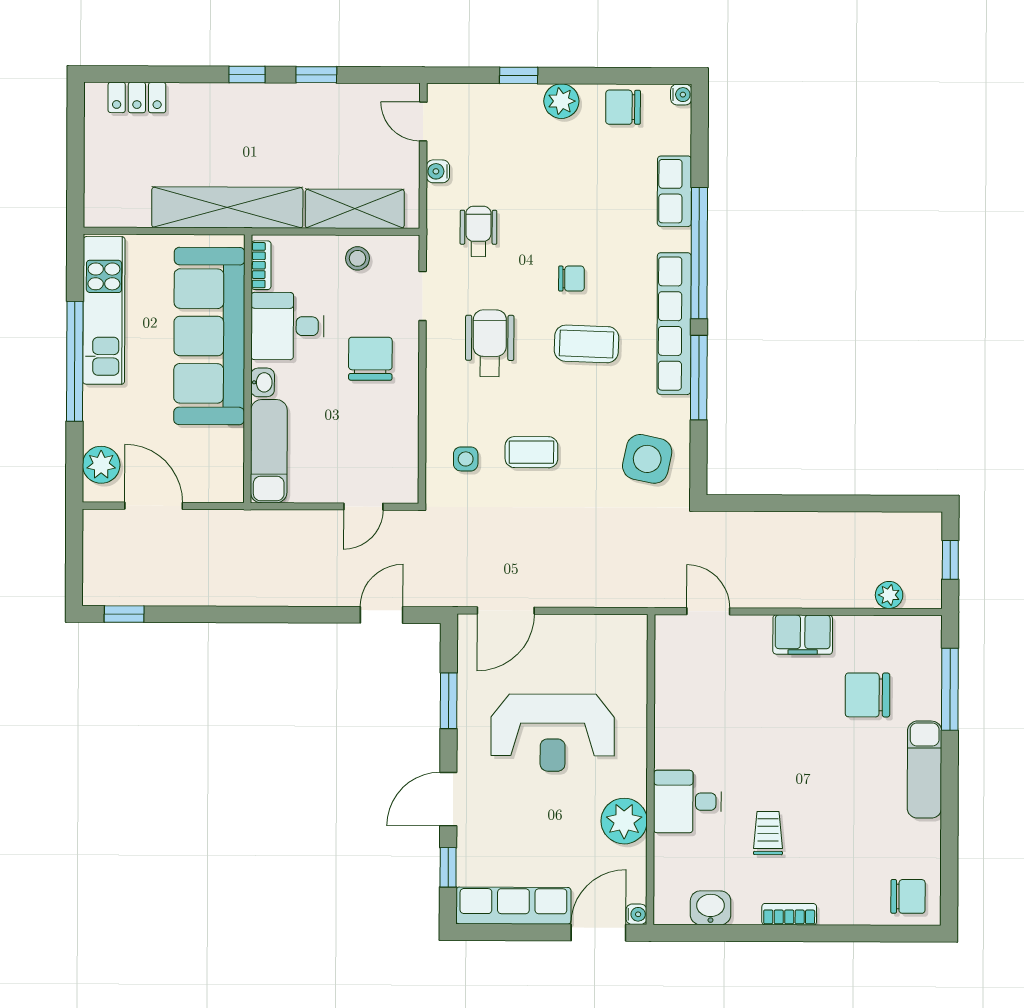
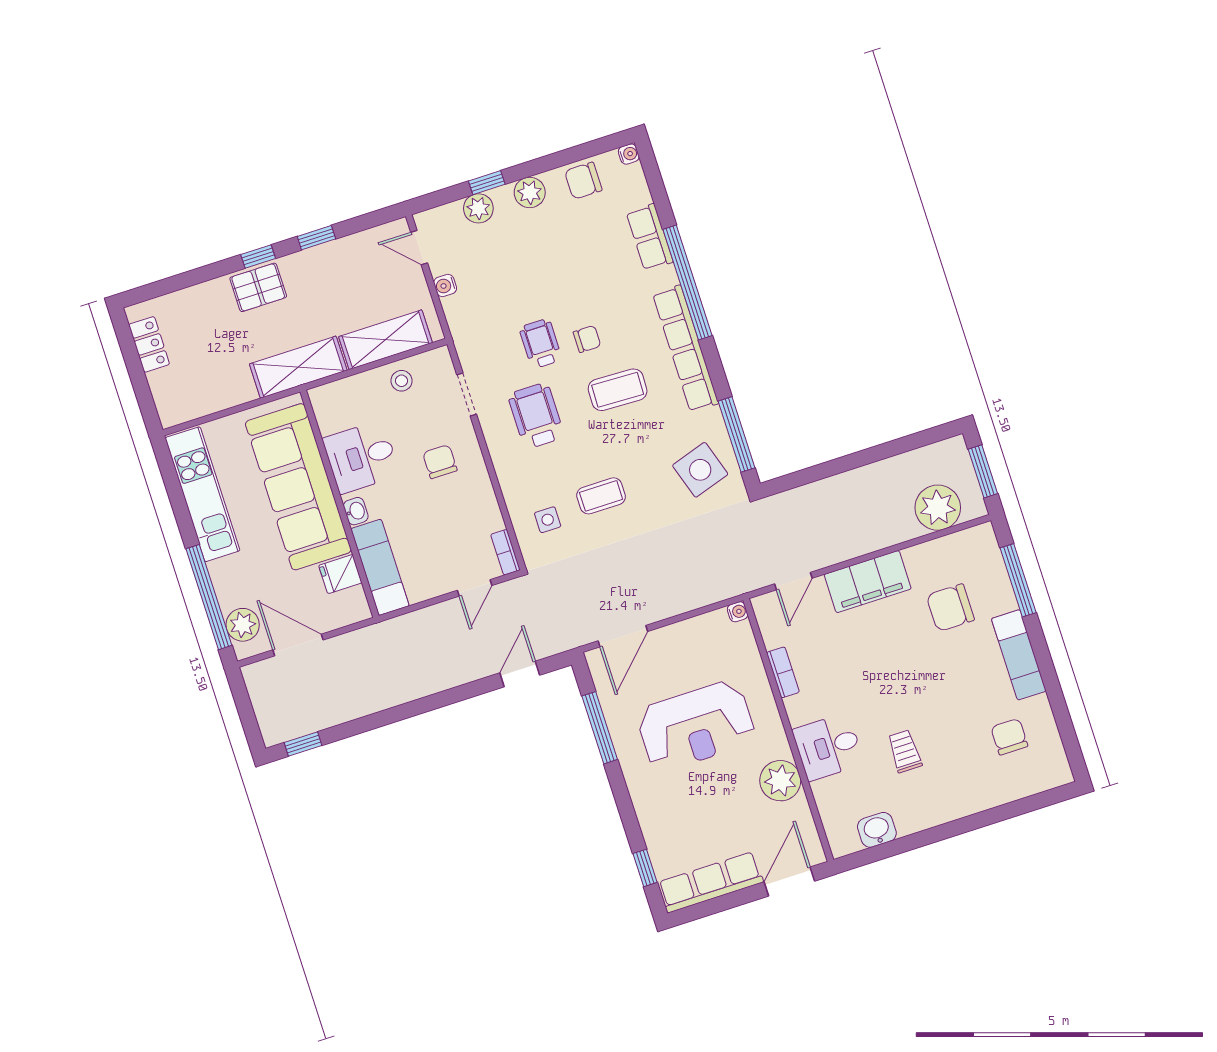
locker: (137, 97) -> (149, 344), moved, turned -90
plant: (501, 100) -> (478, 208), added
pallet: (236, 108) -> (258, 287), added
shelving: (227, 207) -> (298, 367), width x0.68
wheelchair: (478, 231) -> (541, 344), moved
bookcase: (261, 265) -> (505, 552), moved, turned 180
chair: (370, 359) -> (440, 462), width x0.73, depth x0.73
window: (75, 361) -> (209, 597), moved
window: (699, 378) -> (736, 434), moved
fridge: (224, 445) -> (340, 574), added
side table: (647, 459) -> (700, 470), turned -30
window: (950, 560) -> (983, 471), width x1.50
plant: (889, 595) -> (938, 508), width x1.88, depth x1.88
door: (708, 611) -> (793, 581), swing flipped
filing cabinet: (803, 635) -> (868, 582), width x1.50, depth x1.17
window: (449, 701) -> (600, 728), width x1.44
door: (448, 799) -> (627, 811), removed
chair: (908, 896) -> (1009, 737), moved, turned -90
water cooler: (636, 914) -> (738, 612), moved
bookcase: (789, 914) -> (783, 672), moved, turned 90

